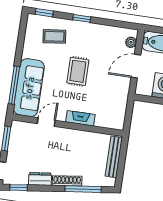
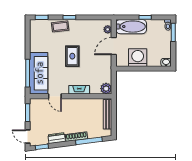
coffee table: (54, 36) -> (60, 26), moved
door: (46, 122) -> (55, 96), swing flipped
plant: (117, 122) -> (106, 89), added

